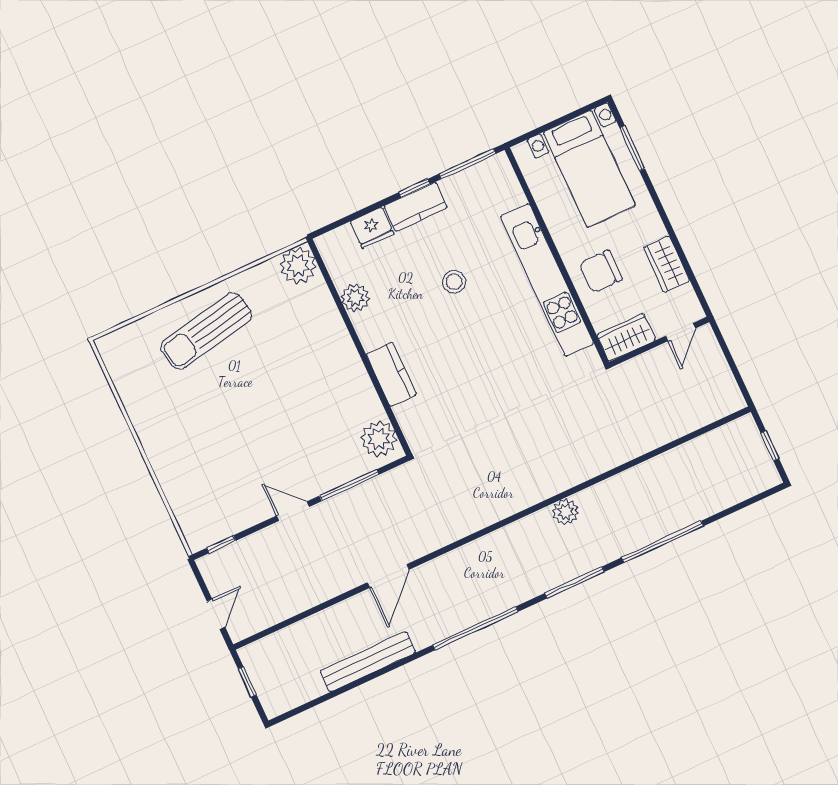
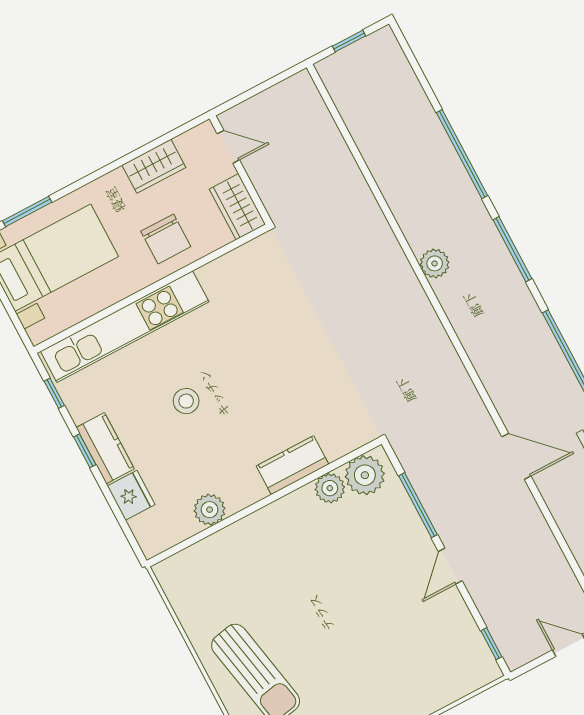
window: (467, 164) -> (54, 393), width x0.46
plant: (298, 265) -> (330, 488), moved, width x0.73, depth x0.73
kitchen unit: (547, 280) -> (125, 327), moved

